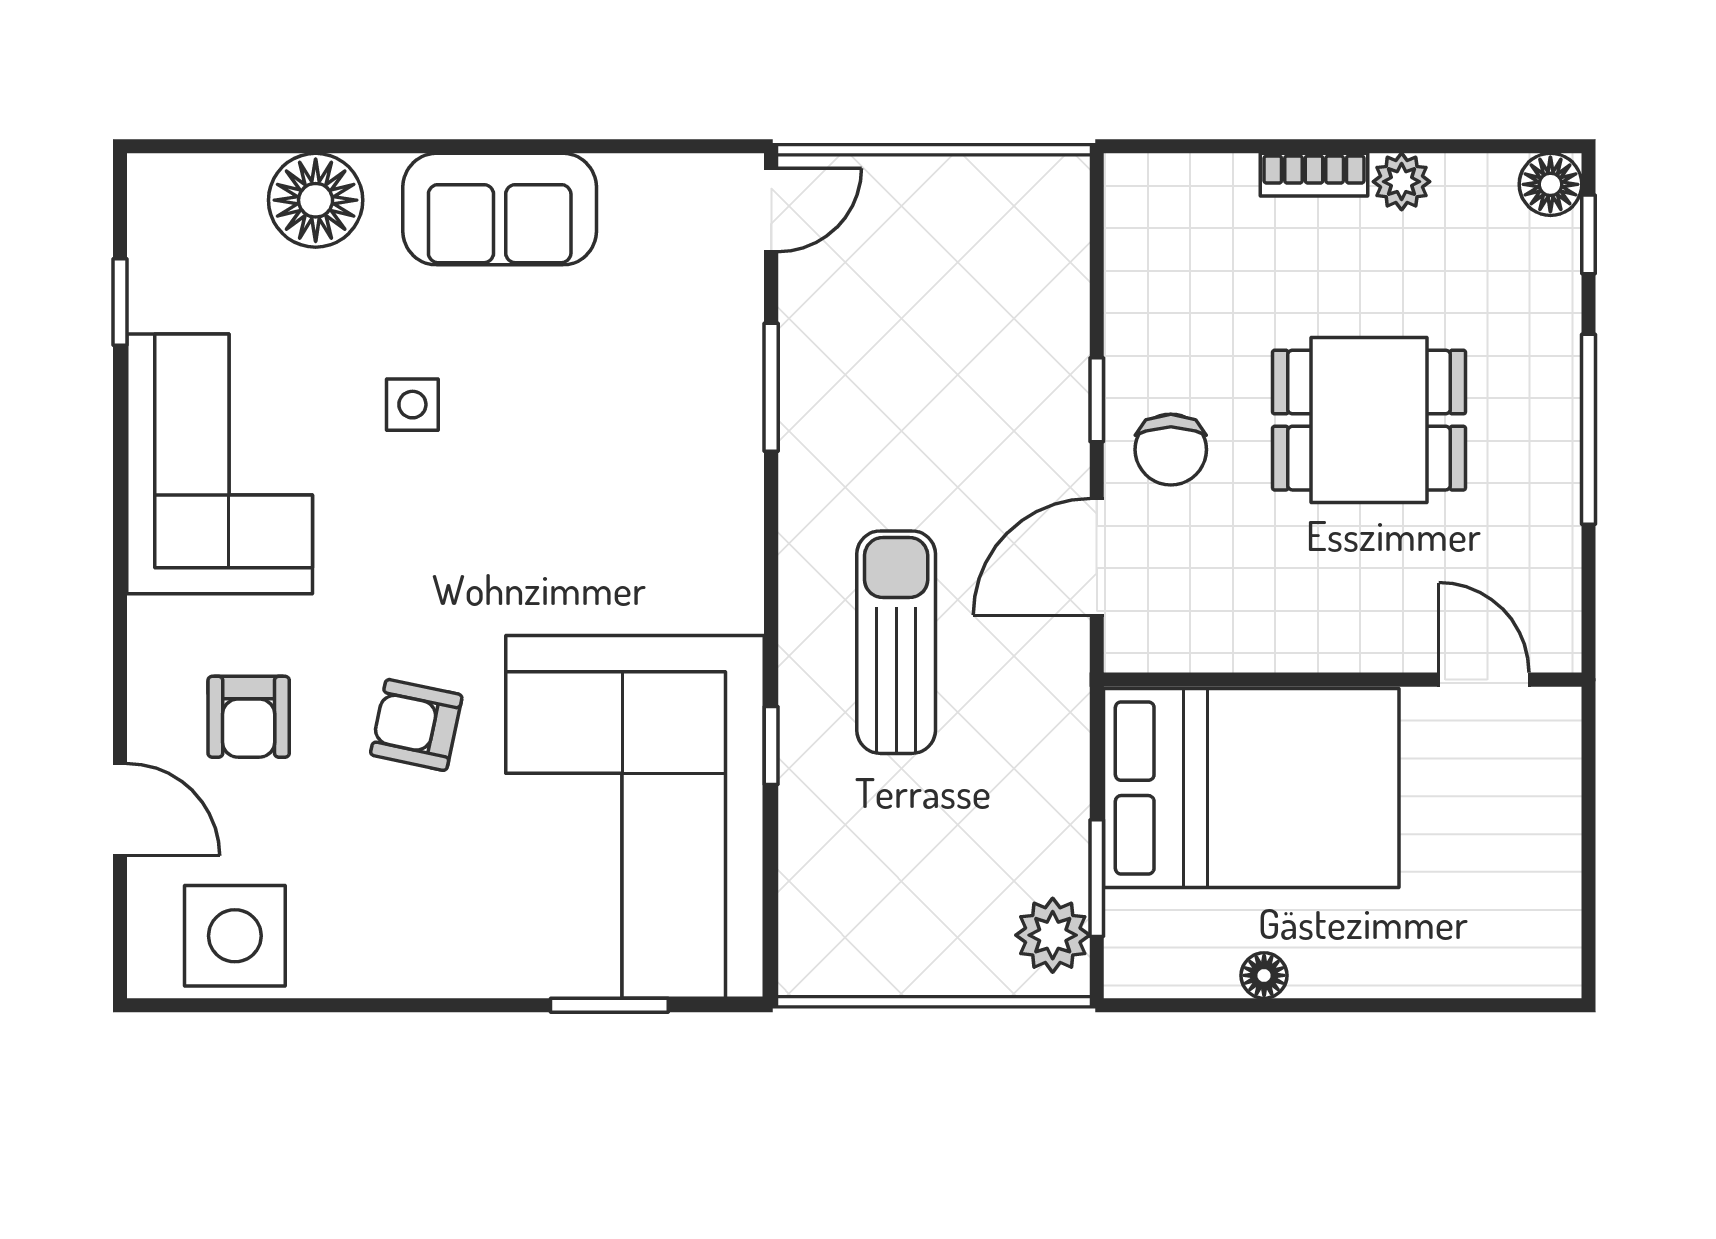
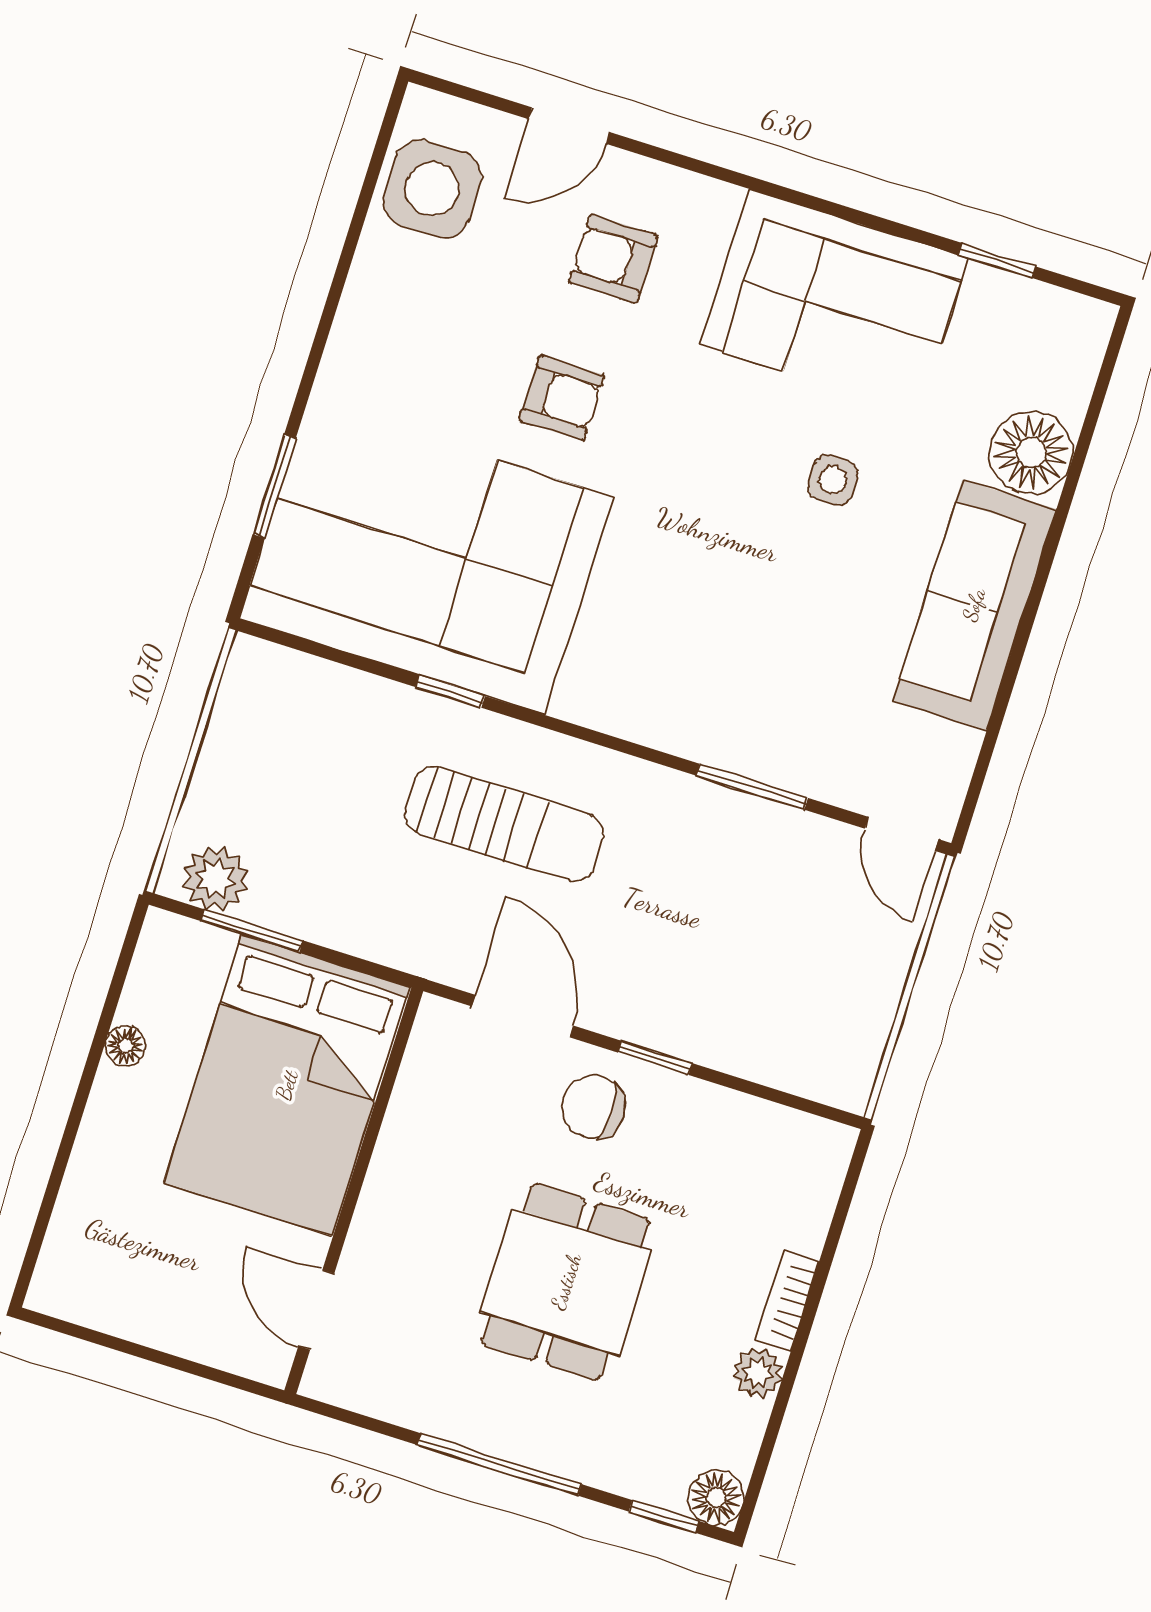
sofa: (500, 209) -> (974, 605), width x1.36
door: (1484, 680) -> (316, 1310), swing flipped
armchair: (416, 725) -> (562, 398), turned 78

